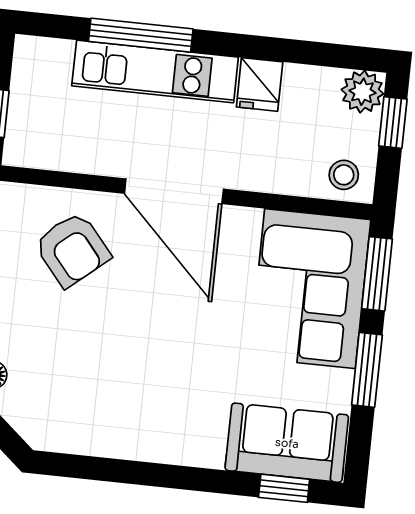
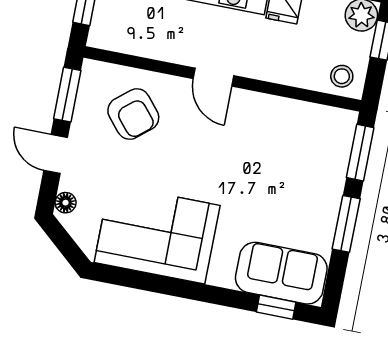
door: (174, 191) -> (213, 77), width x0.53
corner sofa: (310, 289) -> (157, 234), moved, turned 90

